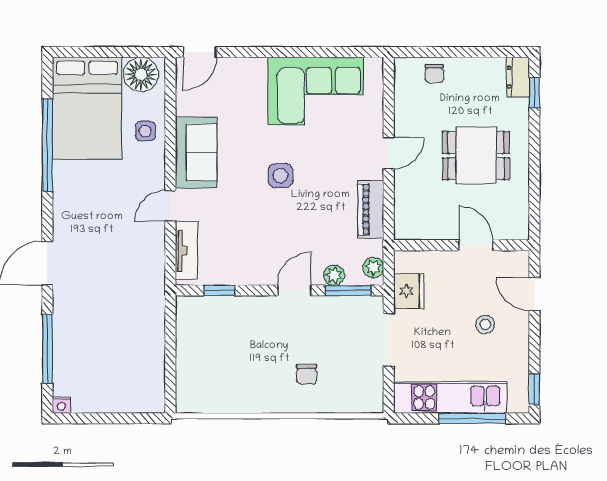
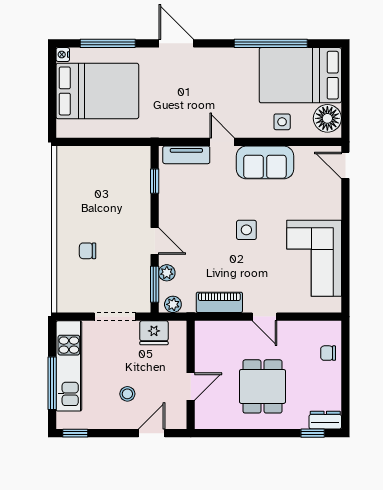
bed: (107, 362) -> (97, 91), added

